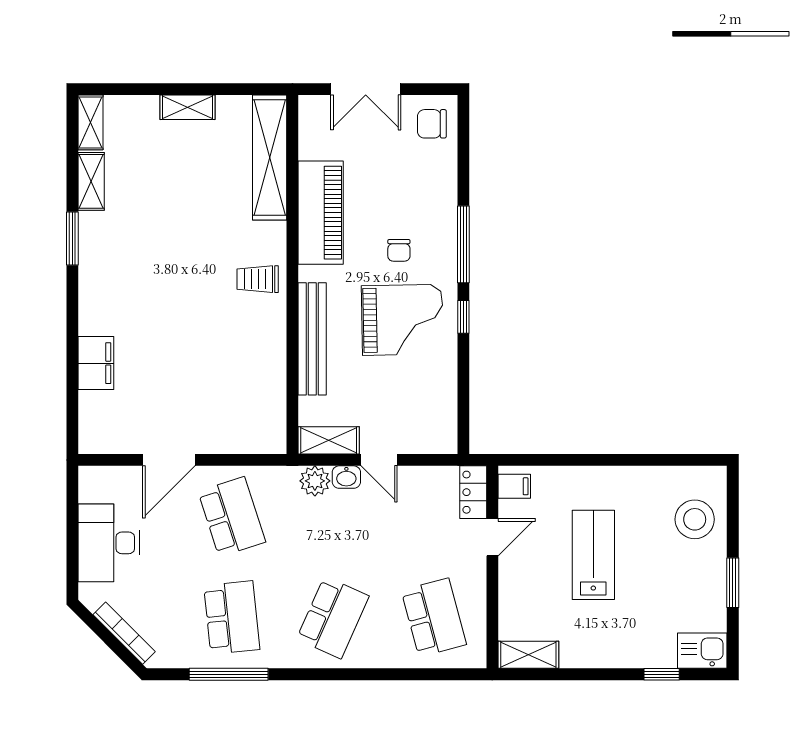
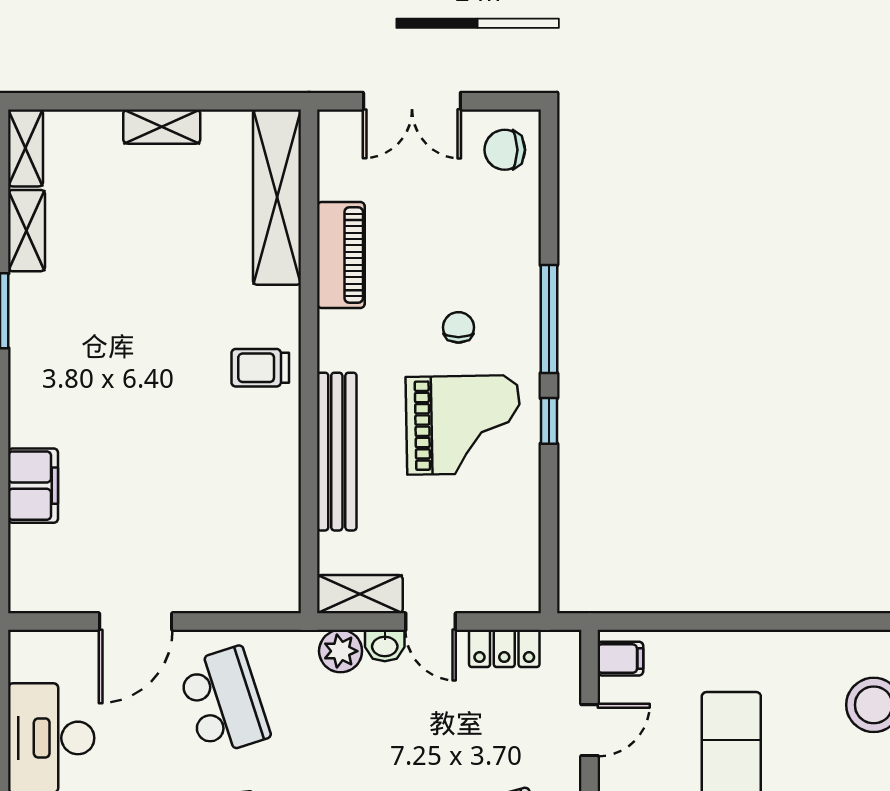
piano: (321, 213) -> (341, 255), width x0.73, depth x0.75
chair: (399, 250) -> (458, 327), turned 180
locker: (473, 492) -> (504, 648), moved, turned -90

